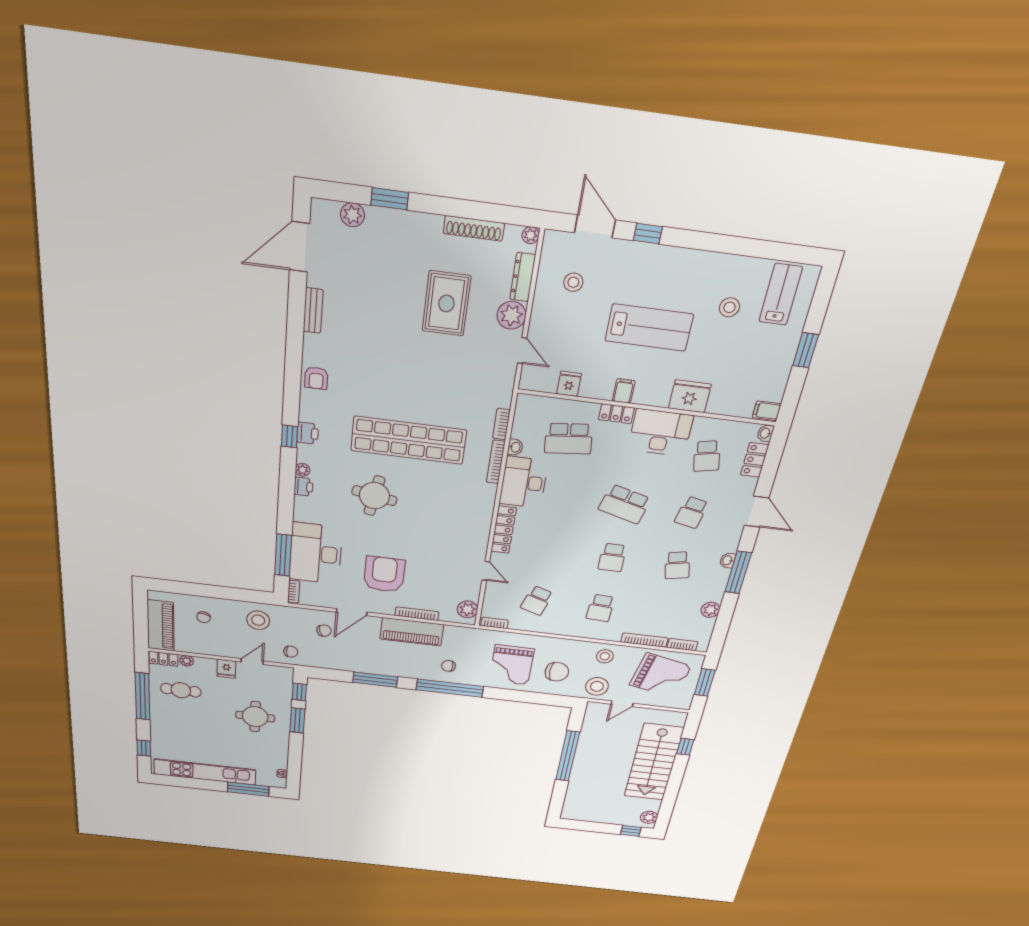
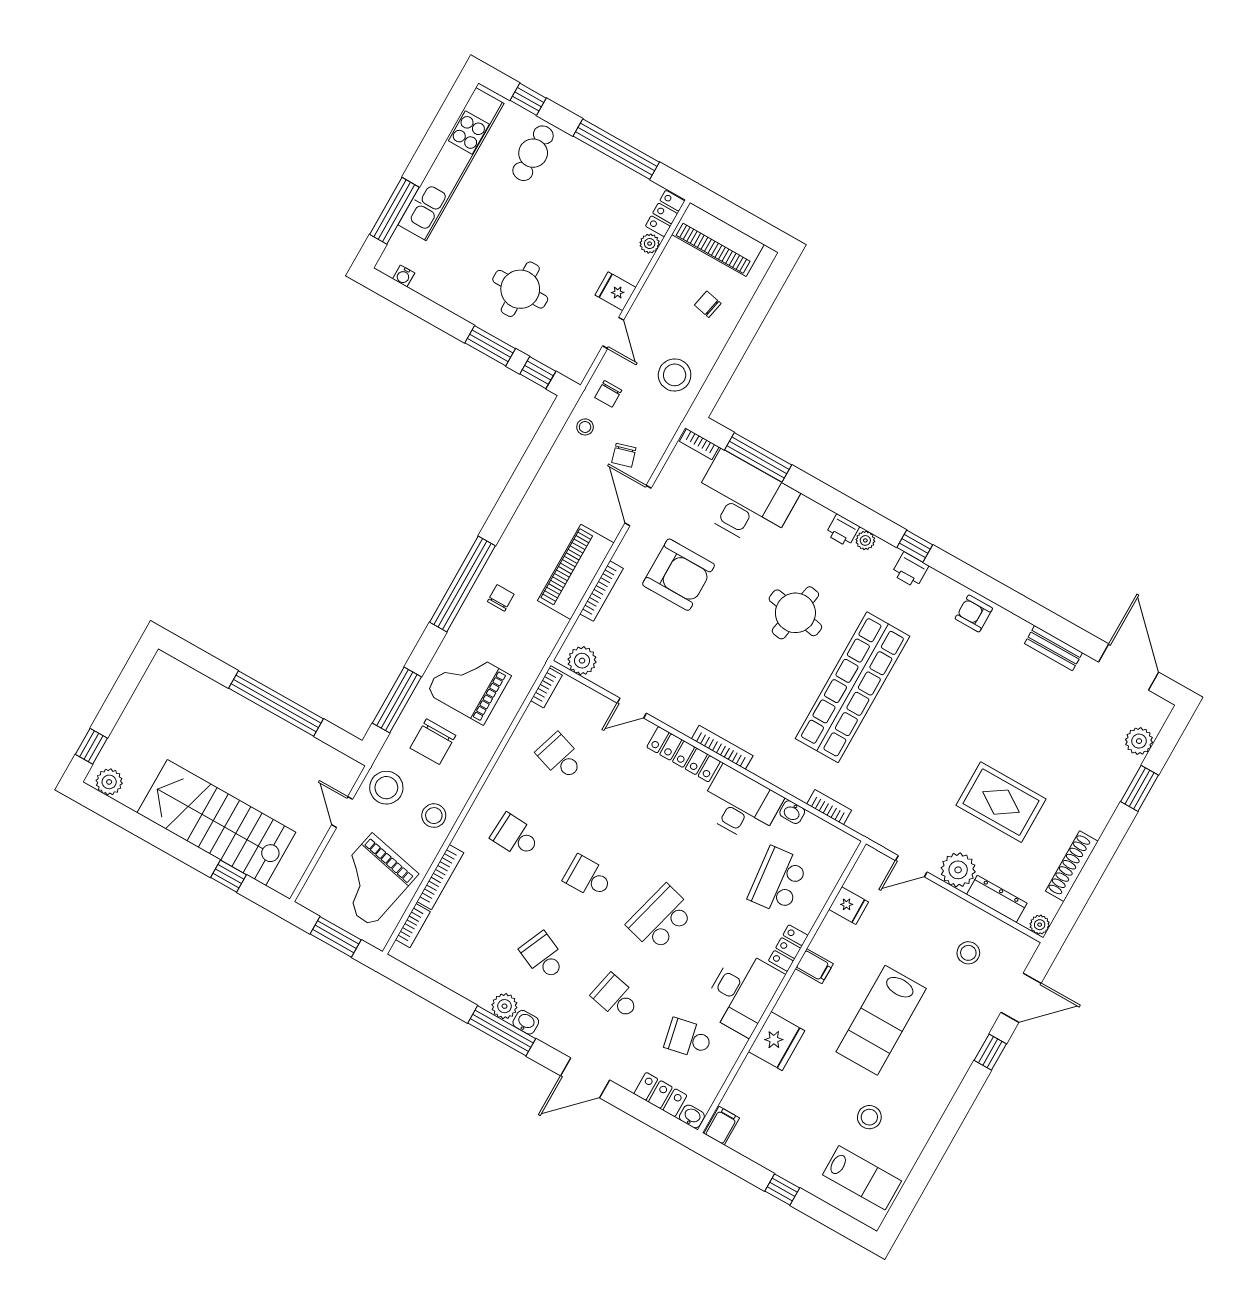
window: (806, 350) -> (782, 1189), width x0.67
bookcase: (496, 462) -> (722, 747), moved
school desk: (677, 565) -> (543, 956), turned 36
plant: (710, 610) -> (504, 1006), moved
stool: (318, 657) -> (585, 427), added
window: (375, 680) -> (397, 700), moved
cafe table: (181, 690) -> (533, 153), moved

